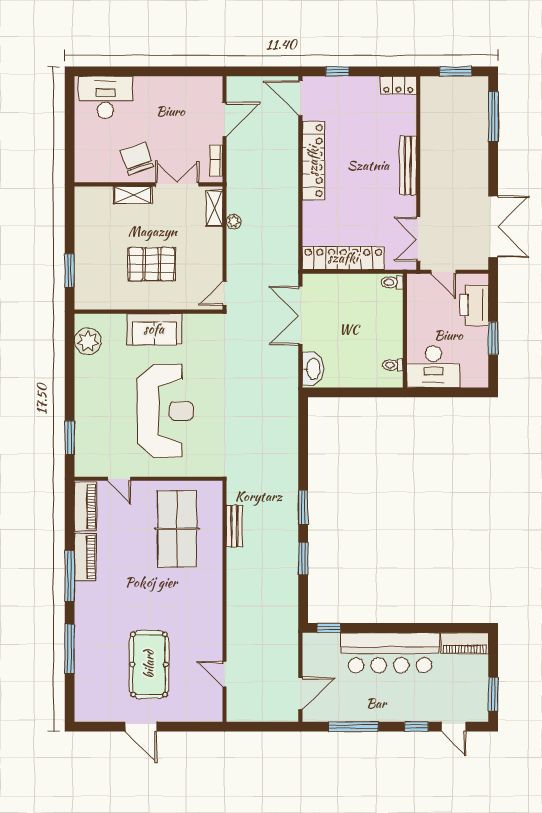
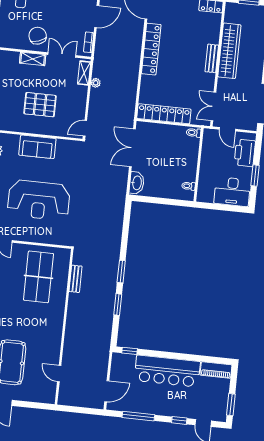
wardrobe: (434, 151) -> (229, 51), added
bench: (408, 165) -> (212, 58), width x0.73
desk: (433, 367) -> (232, 192), moved
reception desk: (165, 411) -> (39, 200), turned 90

